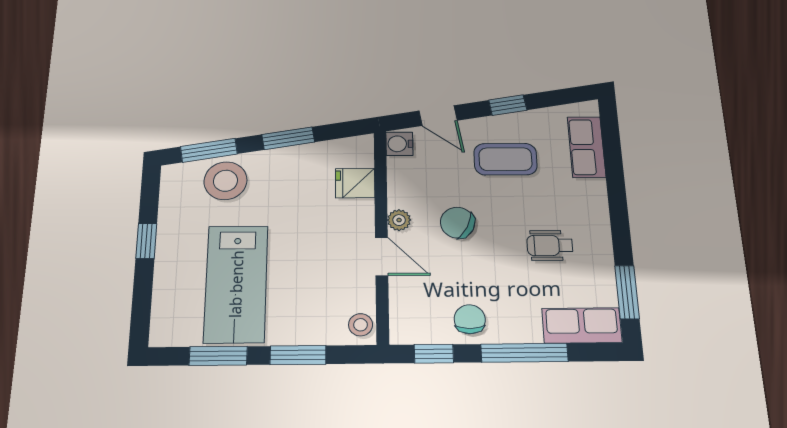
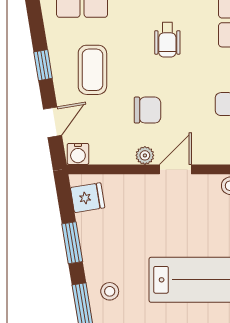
stool: (225, 181) -> (110, 291), width x0.53, depth x0.53
fridge: (355, 183) -> (88, 198), moved, turned -99
chair: (458, 223) -> (147, 110), turned -117

